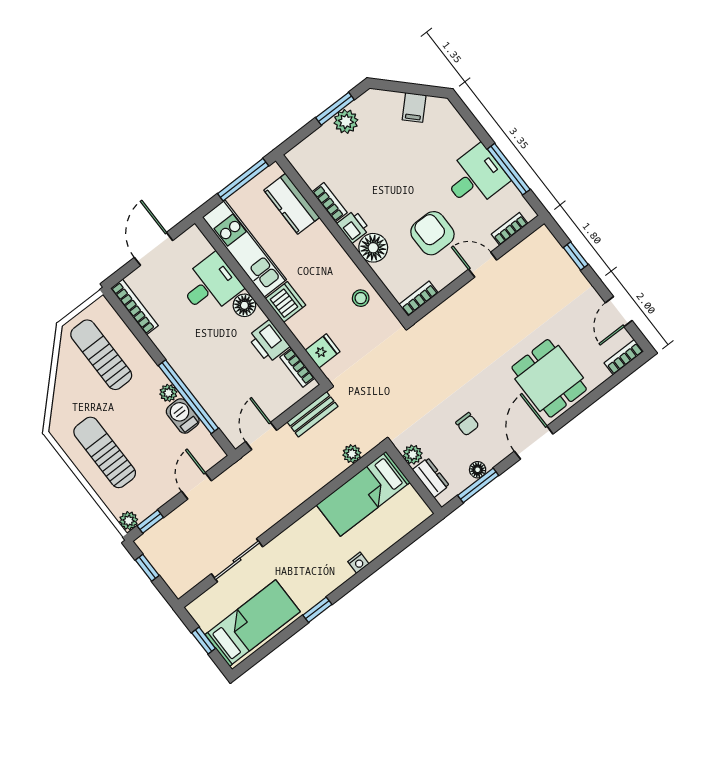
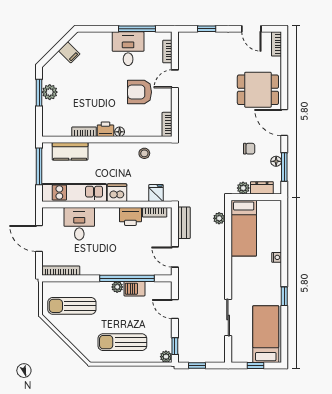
floor lamp: (373, 248) -> (120, 132), width x0.53, depth x0.53
floor lamp: (244, 305) -> (103, 215), removed

